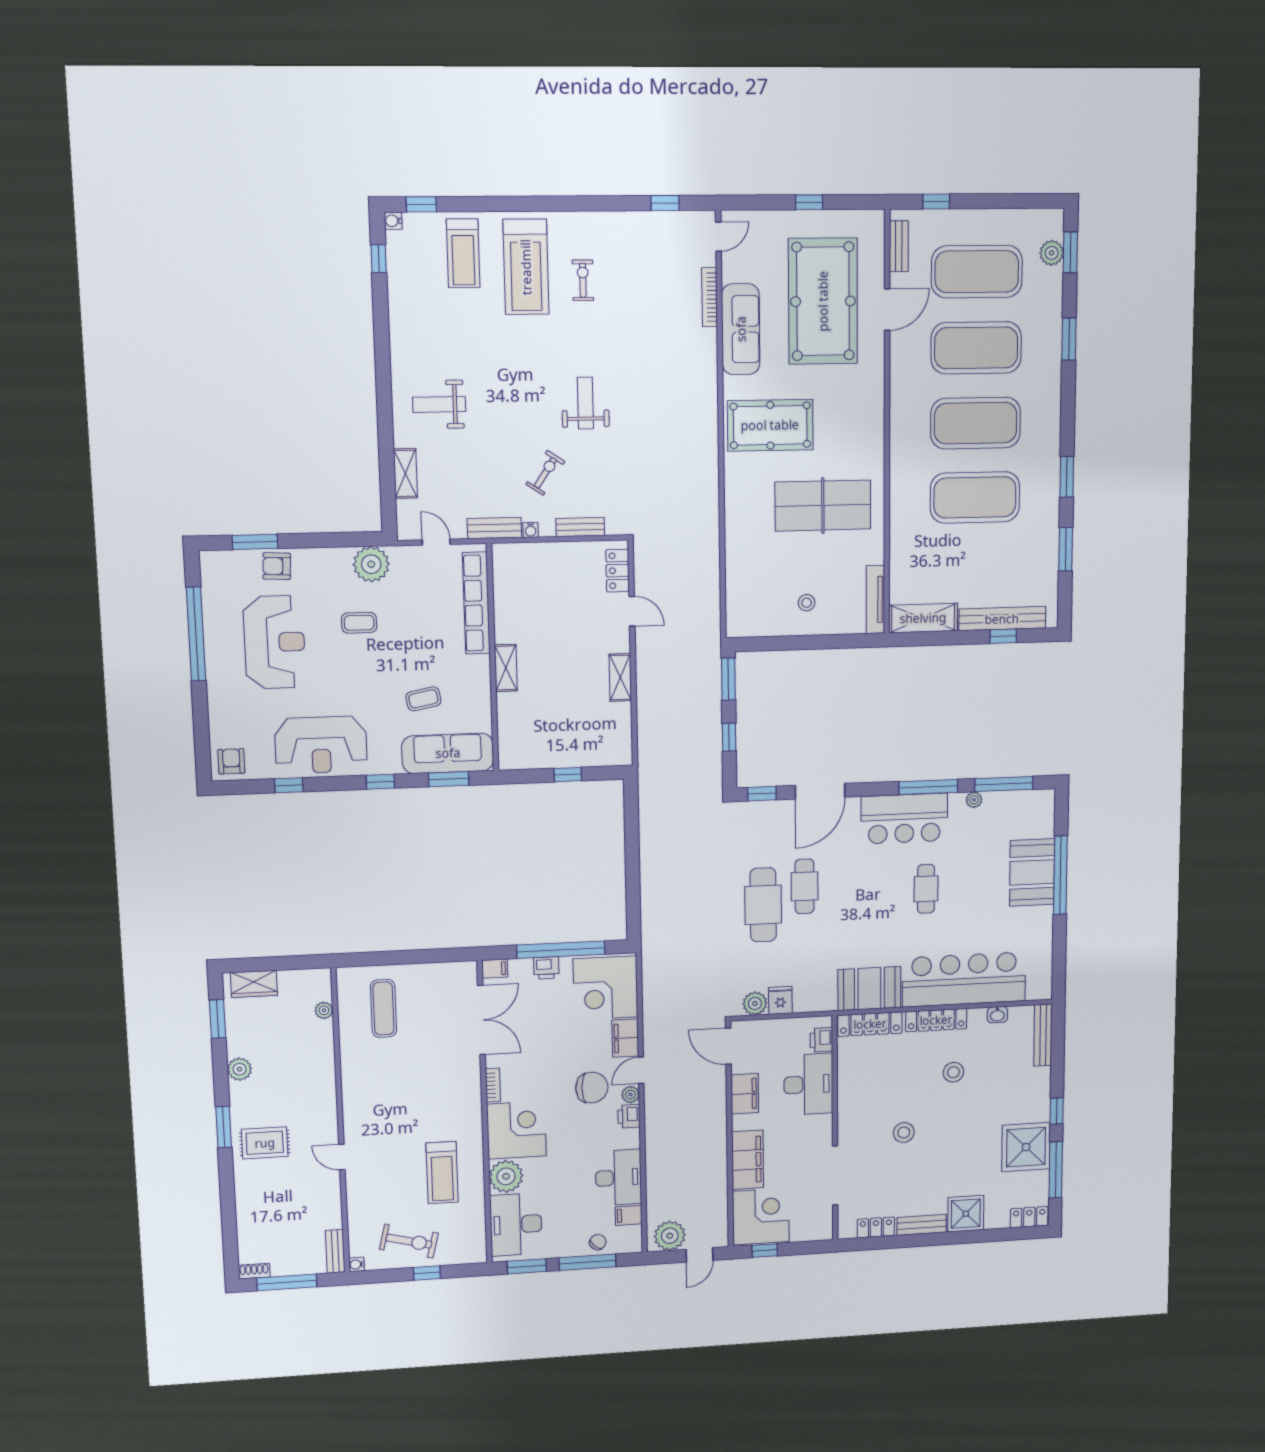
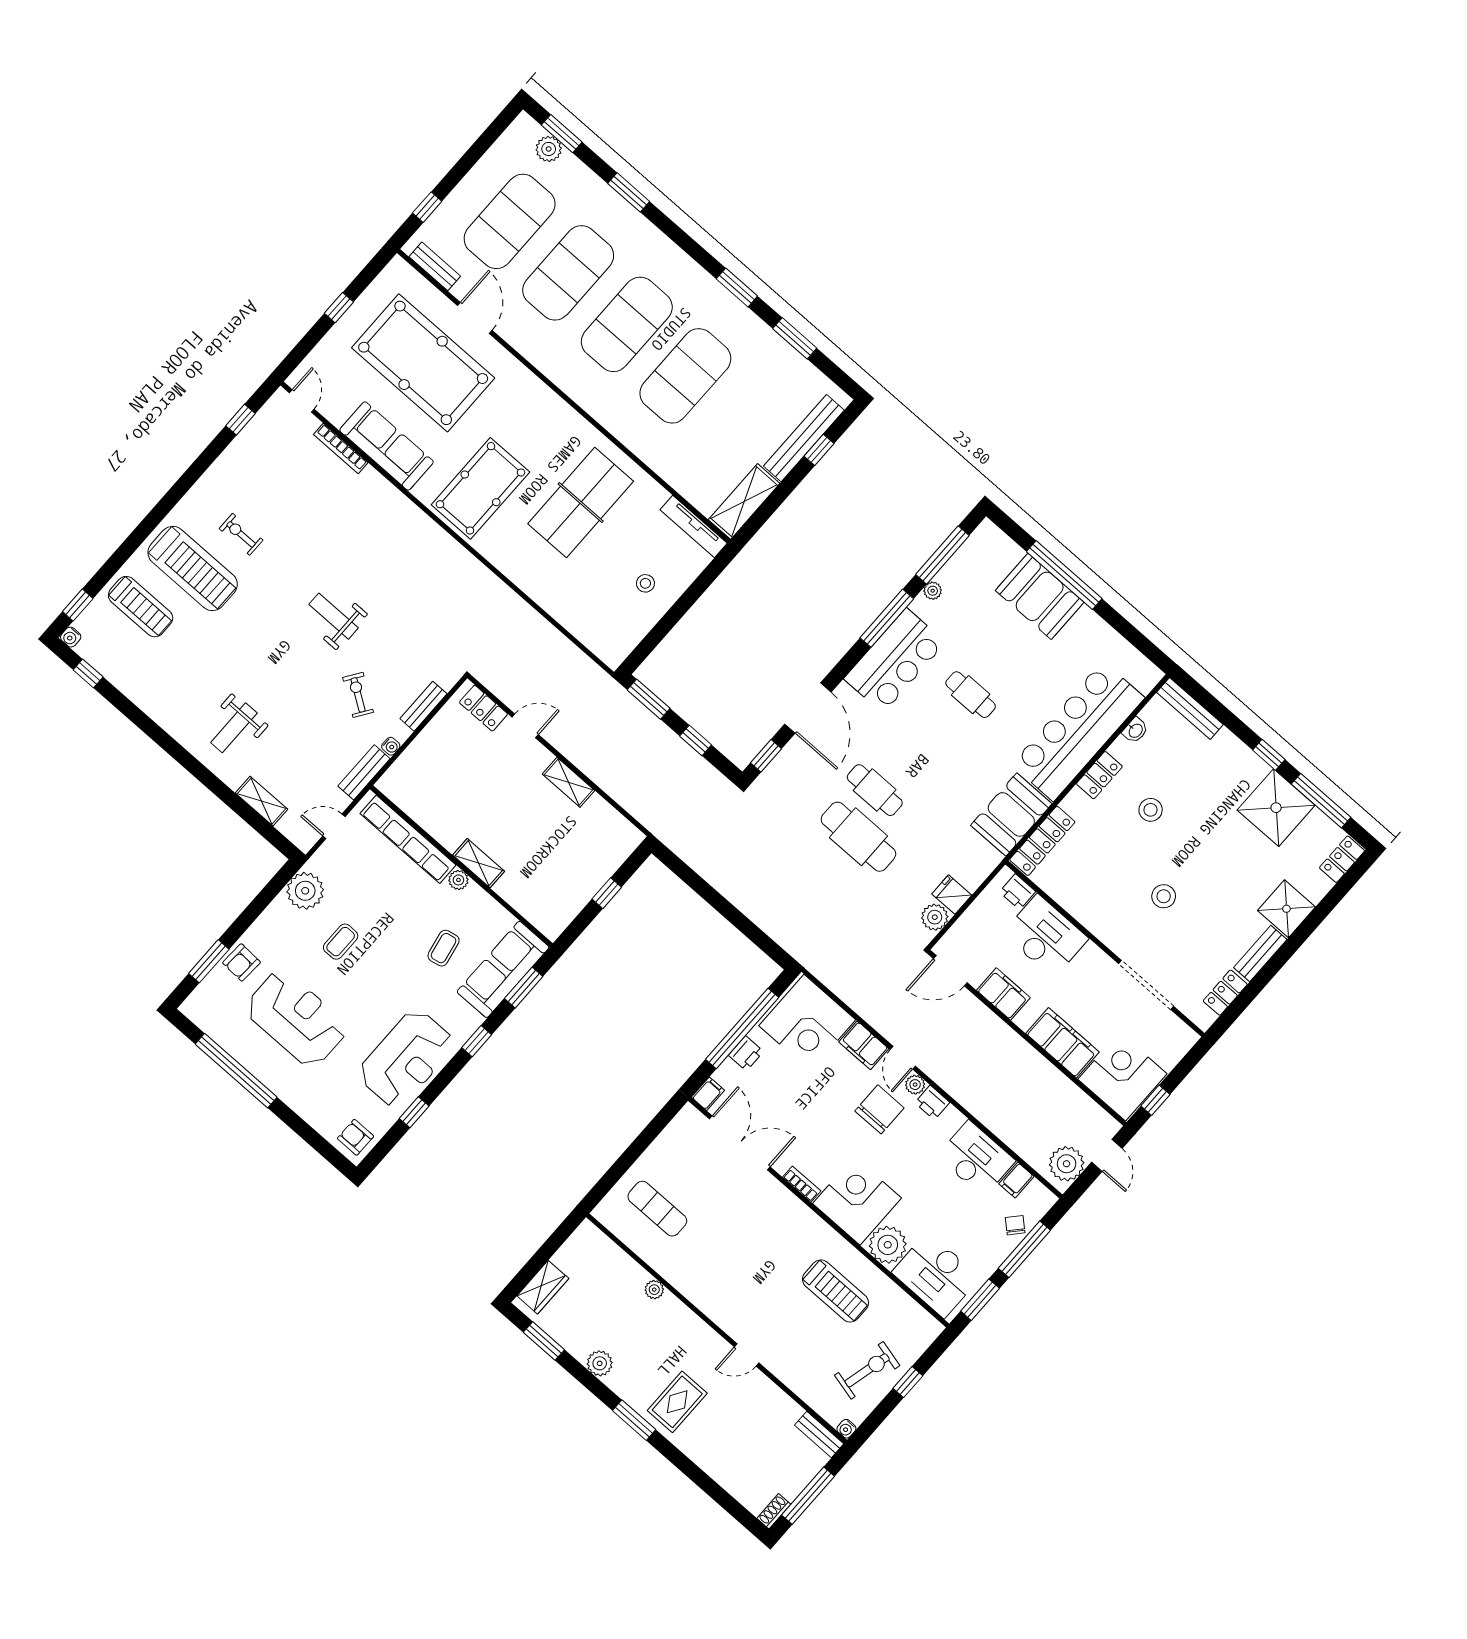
plant: (481, 665) -> (458, 880), added
plant: (324, 1010) -> (654, 1290), moved
locker: (936, 1020) -> (1099, 775), width x0.66

